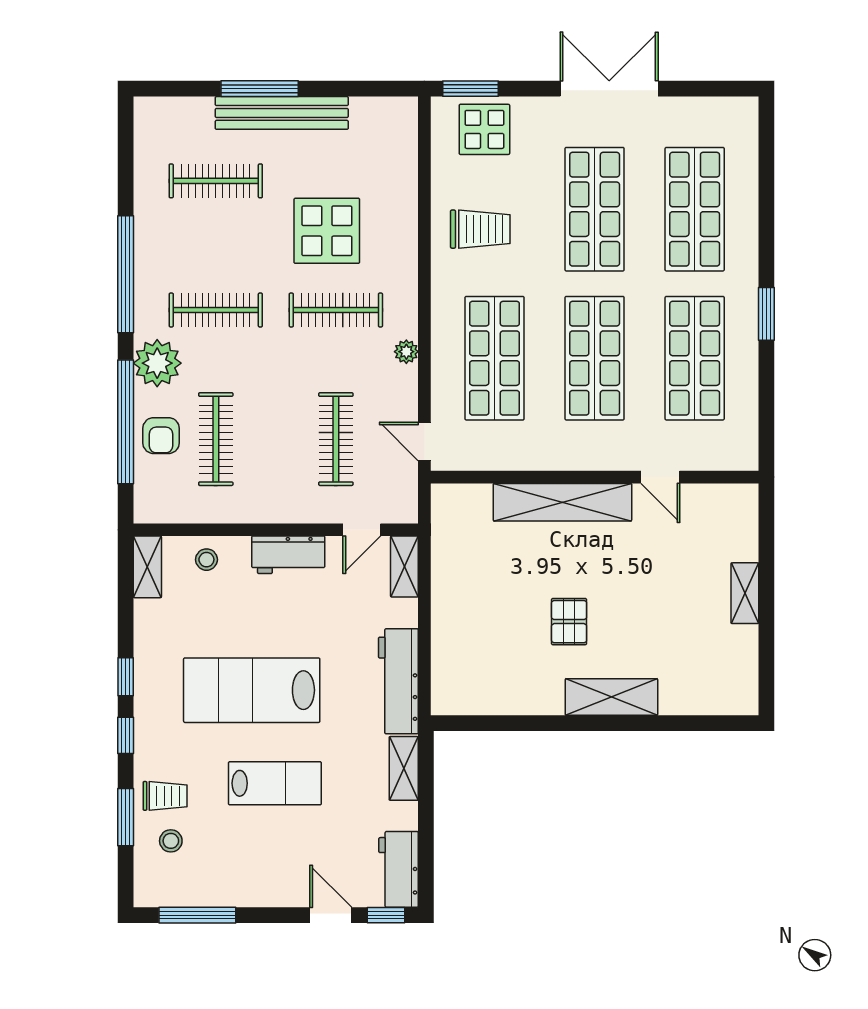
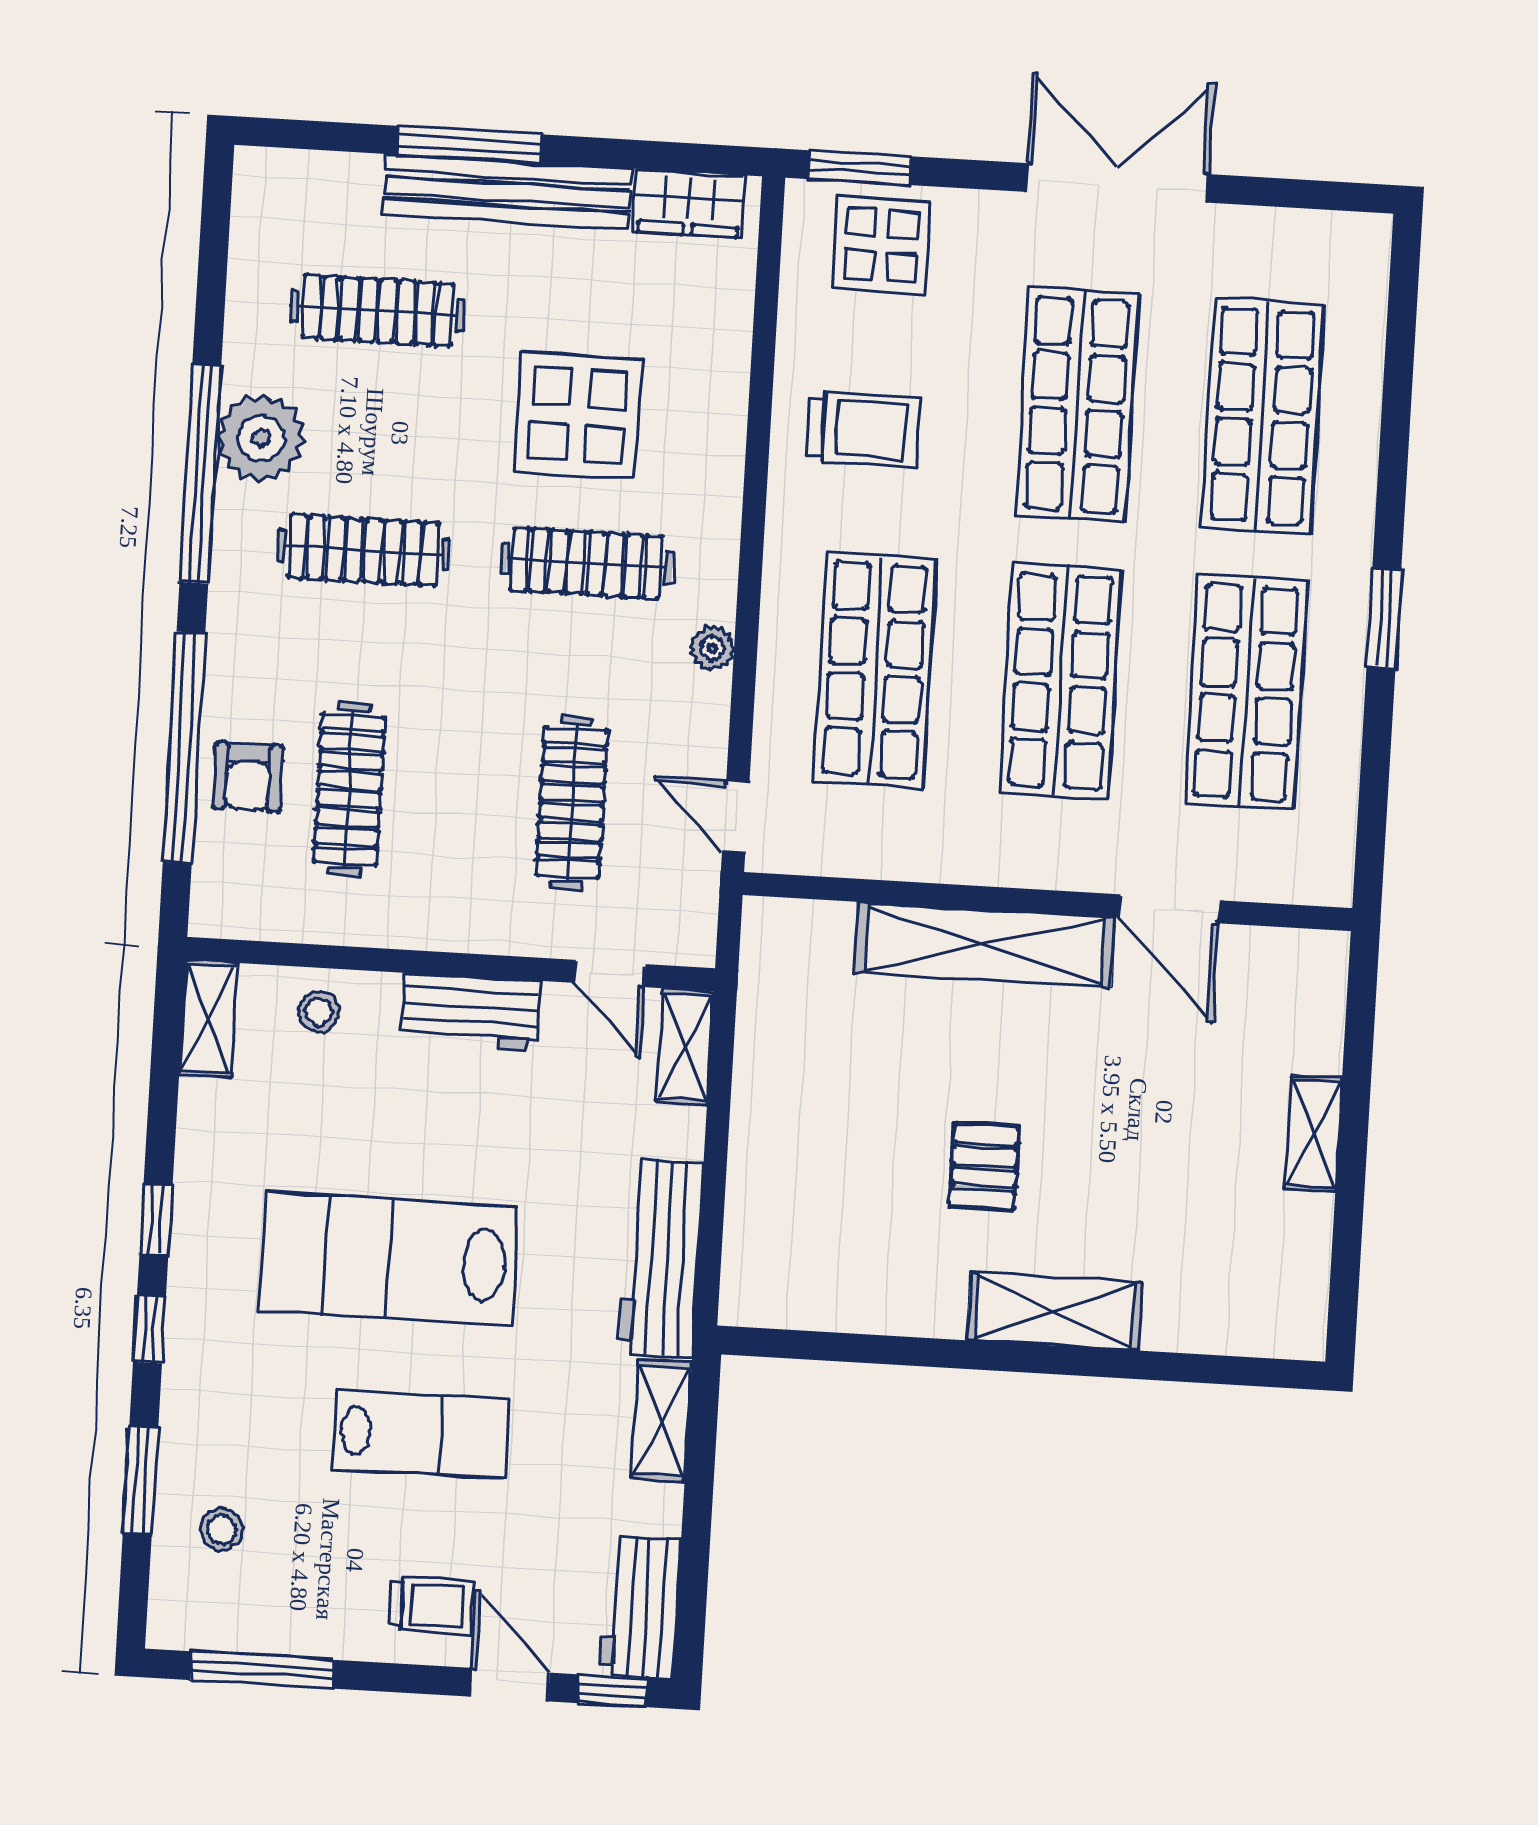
wardrobe: (380, 113) -> (689, 203), added
plant: (157, 363) -> (261, 438), moved
door: (660, 477) -> (1169, 909), width x1.38
door: (362, 530) -> (610, 974), hinge flipped
trolley: (165, 796) -> (431, 1606), moved

